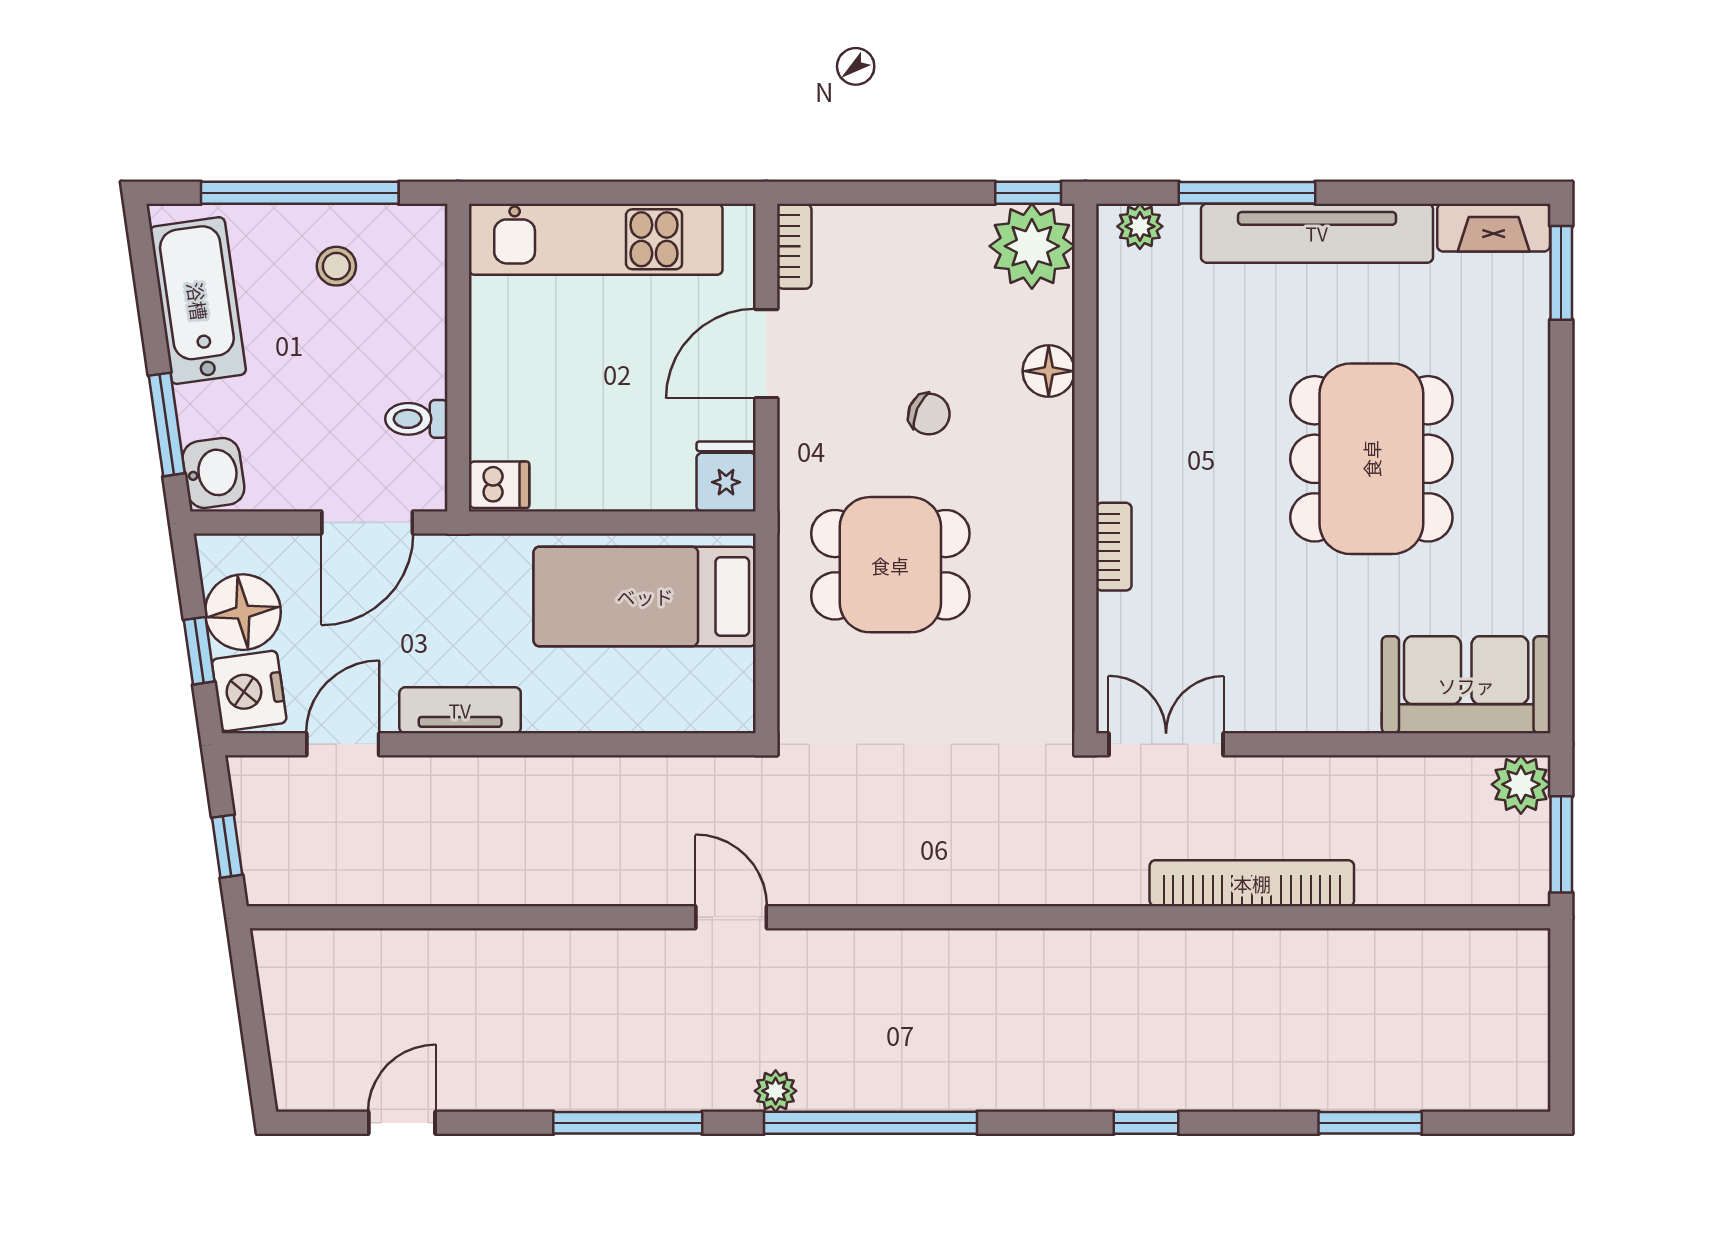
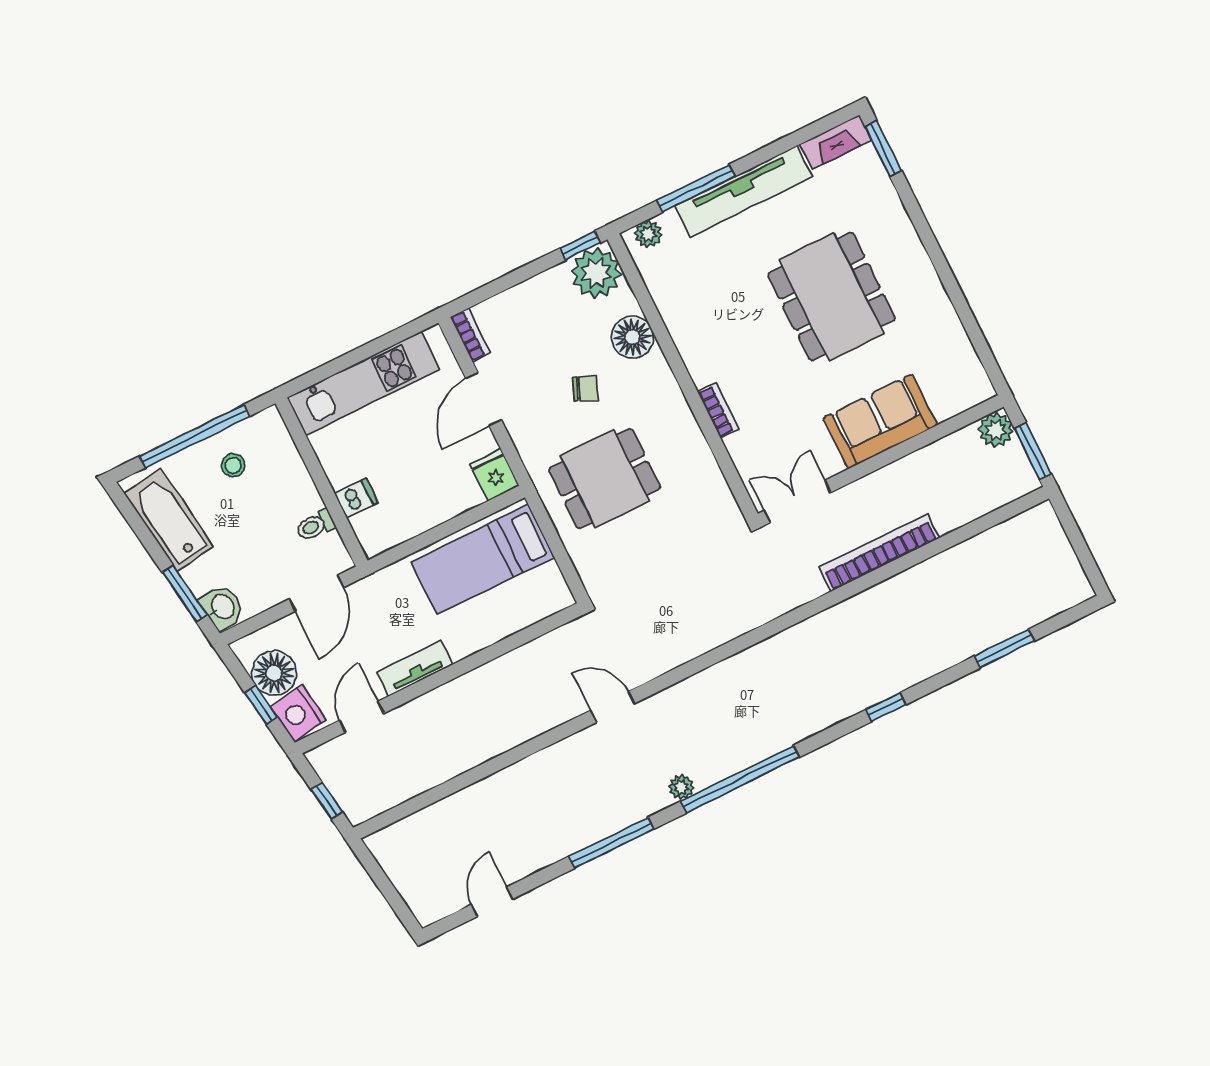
floor lamp: (1049, 371) -> (632, 337), width x1.38, depth x1.38
dishwasher: (499, 485) -> (356, 498), moved
sofa: (1466, 685) -> (880, 421), moved

